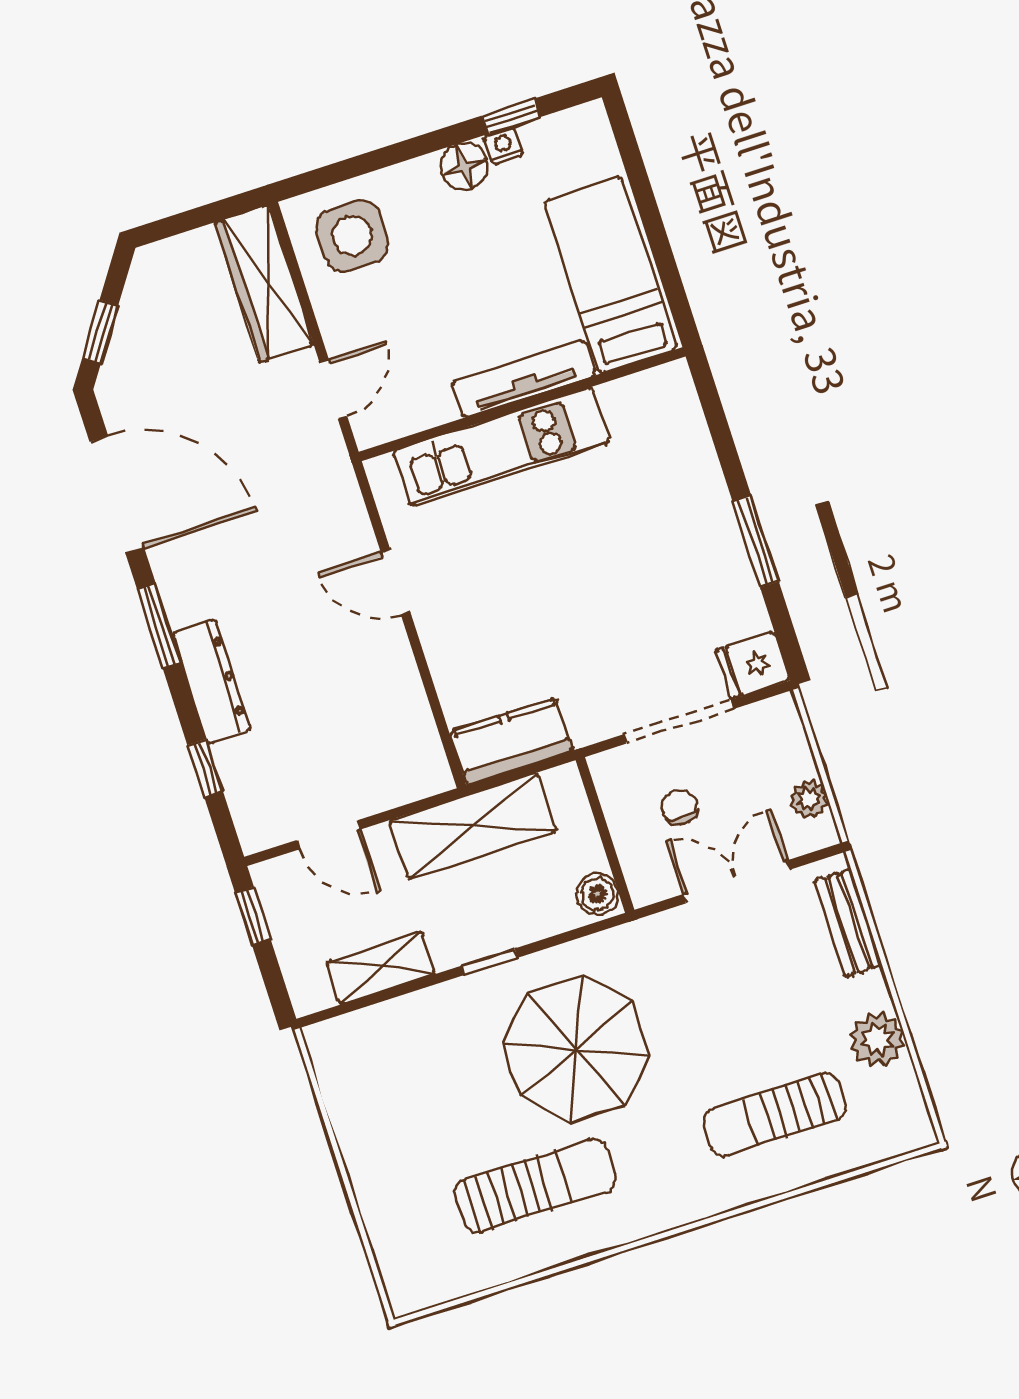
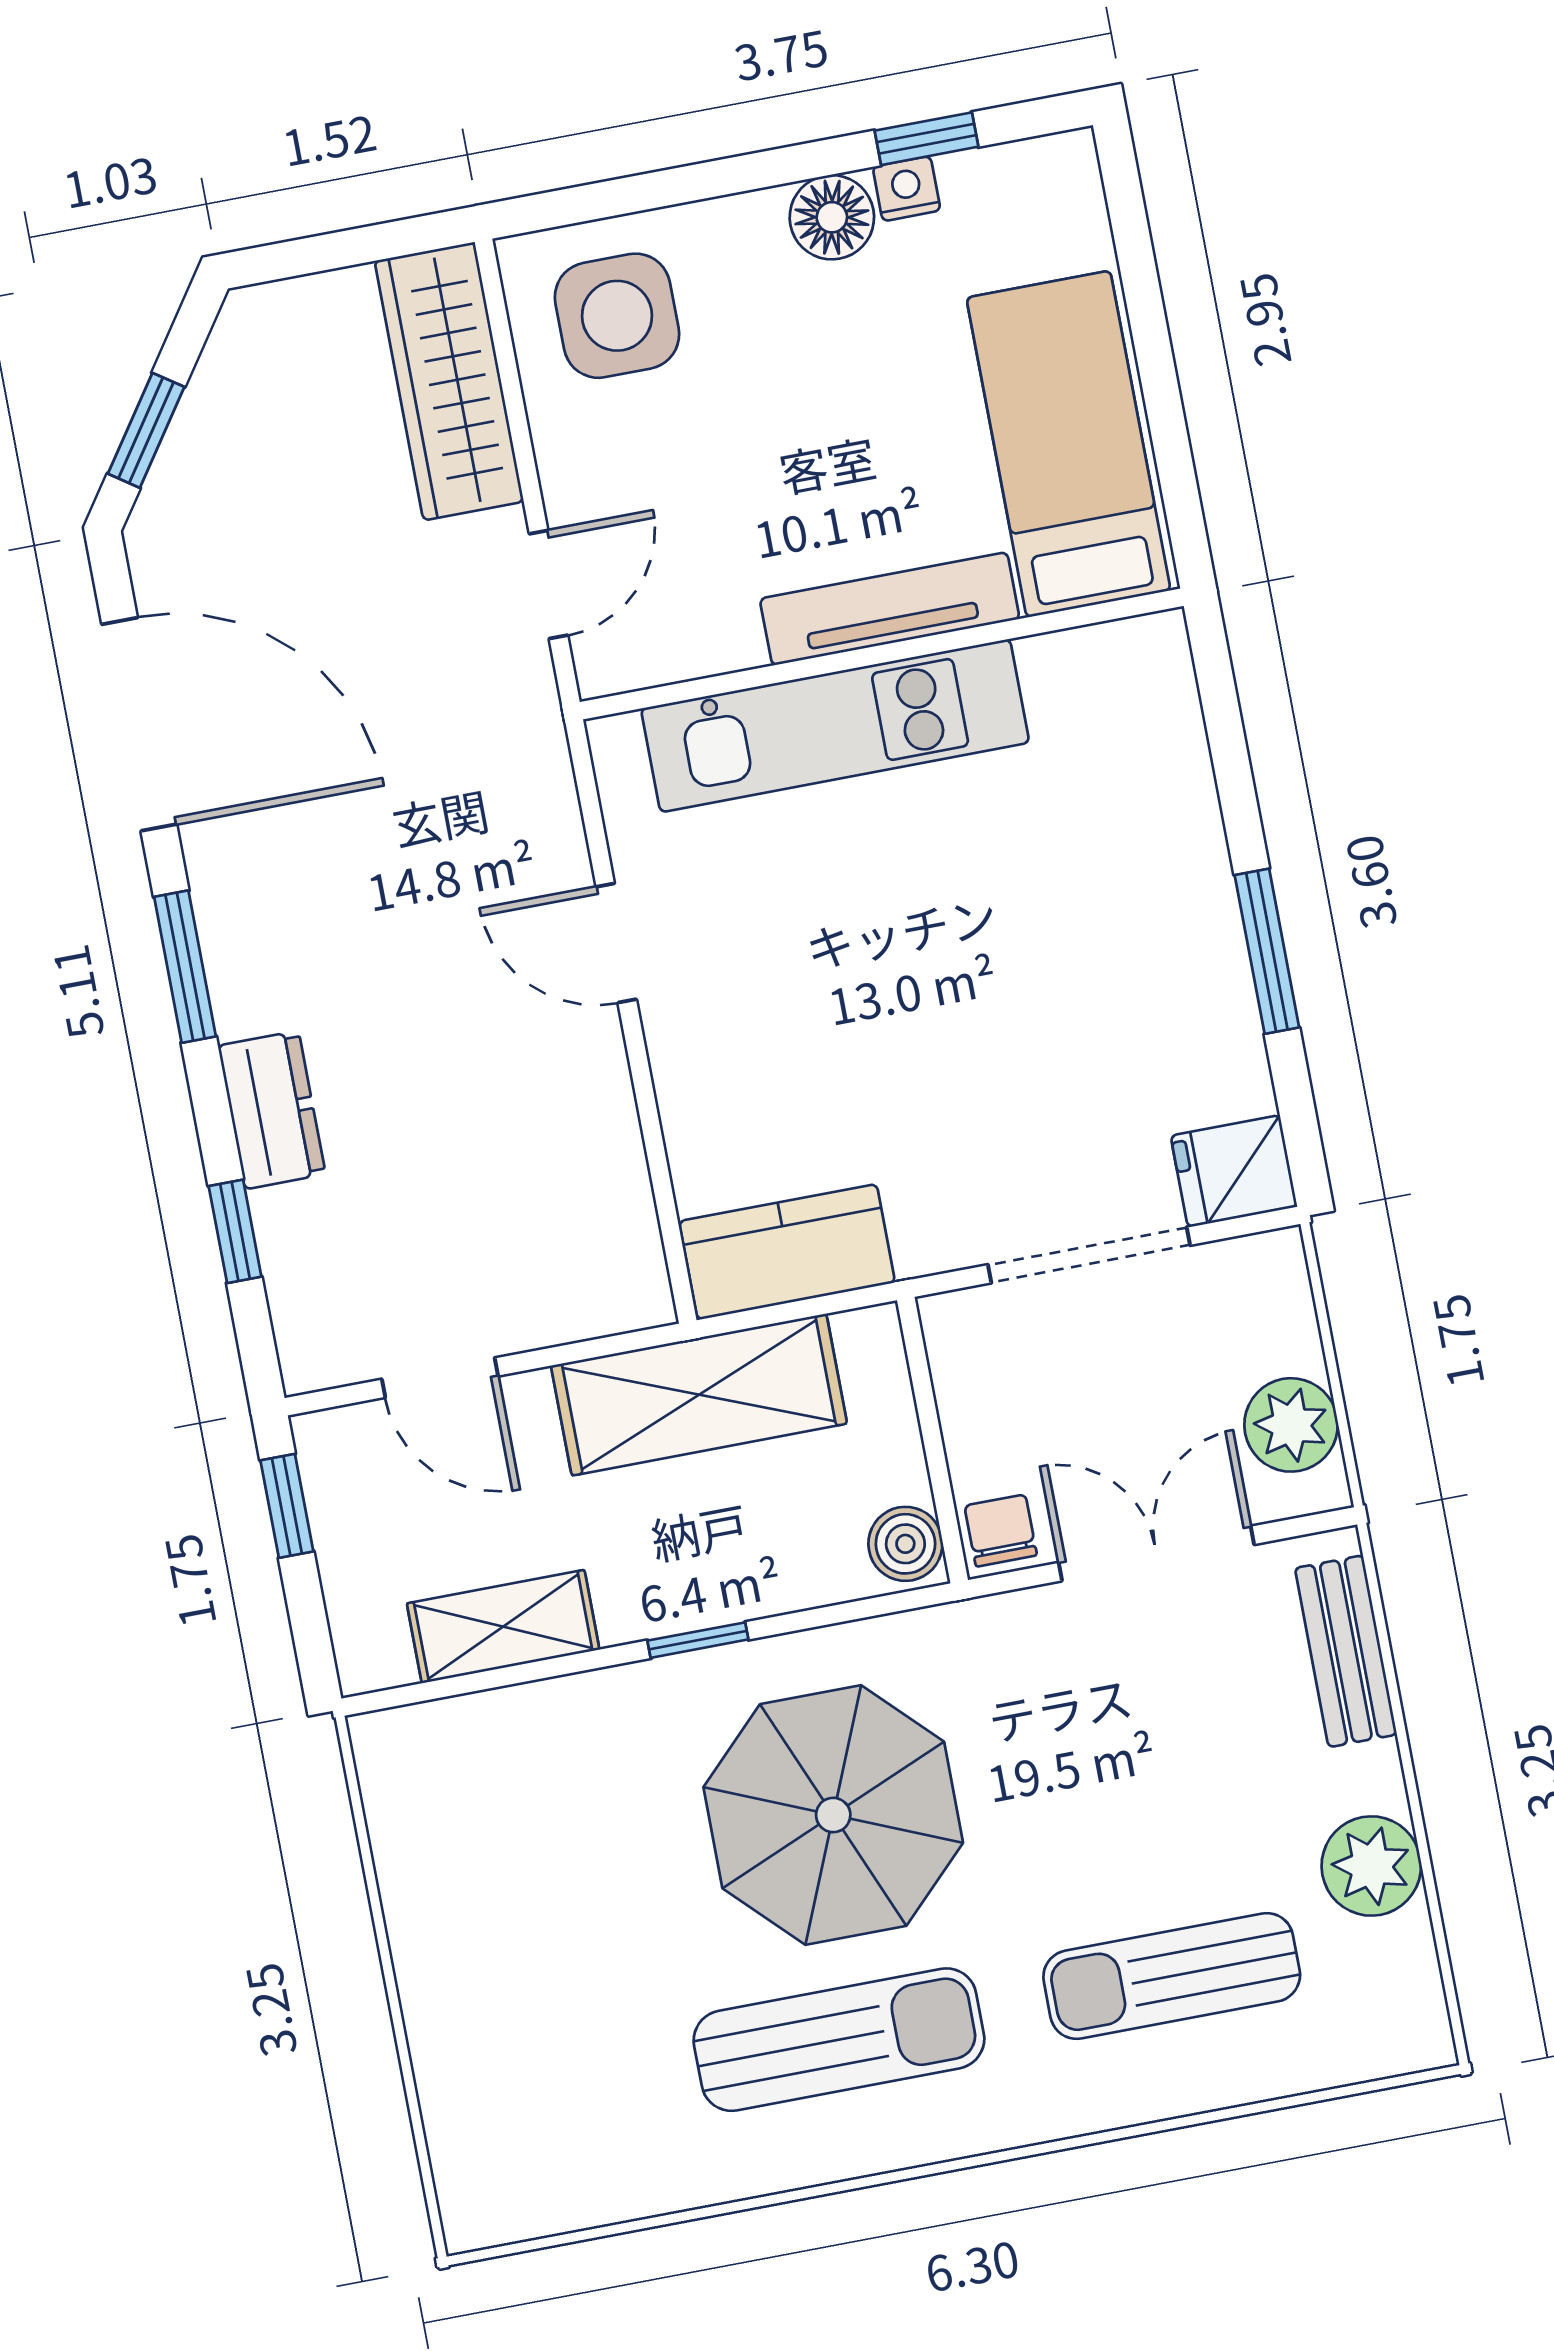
dresser: (212, 682) -> (272, 1110), width x0.70
plant: (809, 799) -> (1291, 1425), width x1.38, depth x1.38
chair: (680, 807) -> (1001, 1531), moved
sun lounger: (535, 1185) -> (839, 2040), moved

